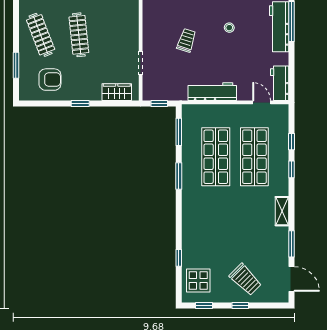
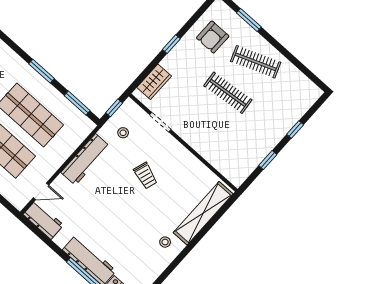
stool: (229, 28) -> (123, 133), moved

